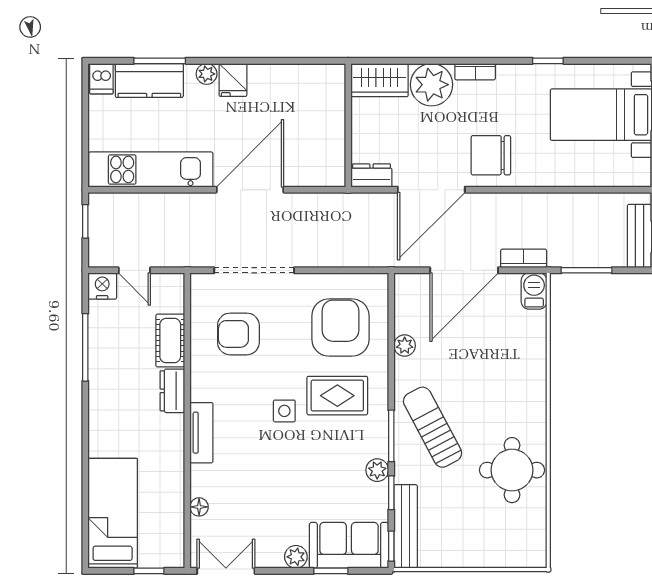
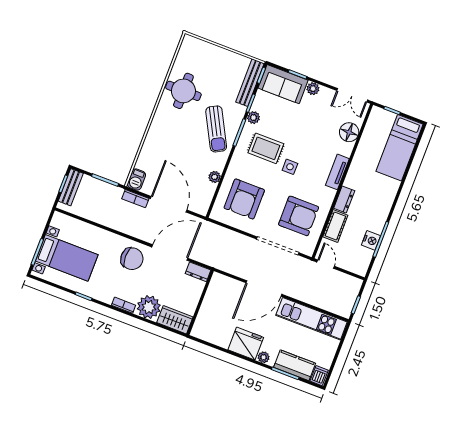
fridge: (233, 80) -> (246, 344), width x1.88, depth x1.34
door: (134, 270) -> (326, 264), moved
door: (464, 270) -> (169, 204), hinge flipped
nightstand: (102, 286) -> (371, 240), moved, turned -90
armchair: (238, 334) -> (299, 216), width x1.36, depth x1.36
rug: (337, 396) -> (266, 148), moved
floor lamp: (199, 507) -> (349, 132), width x1.89, depth x1.89

